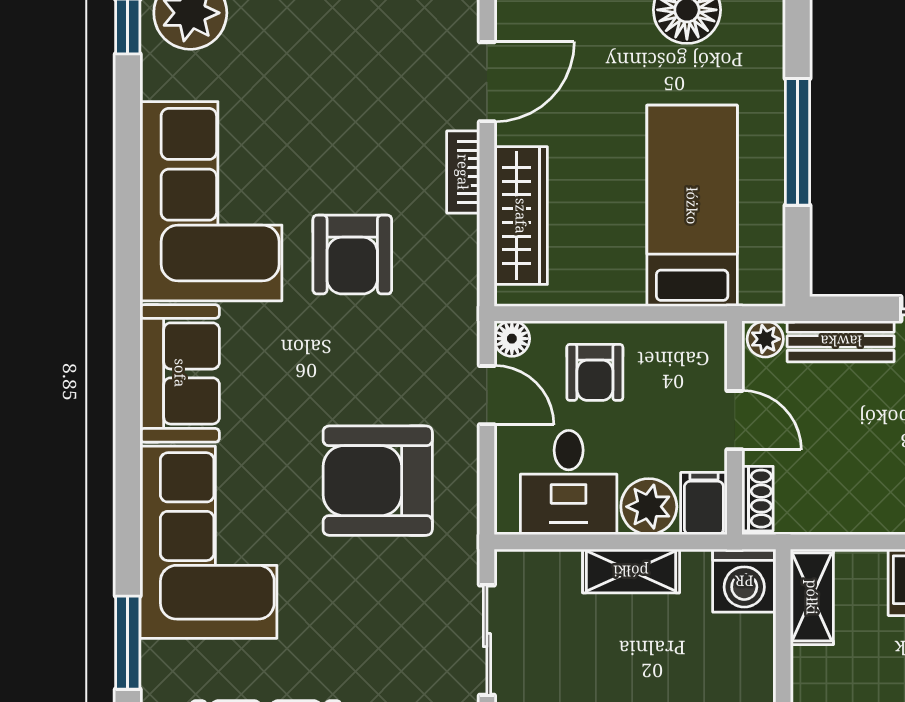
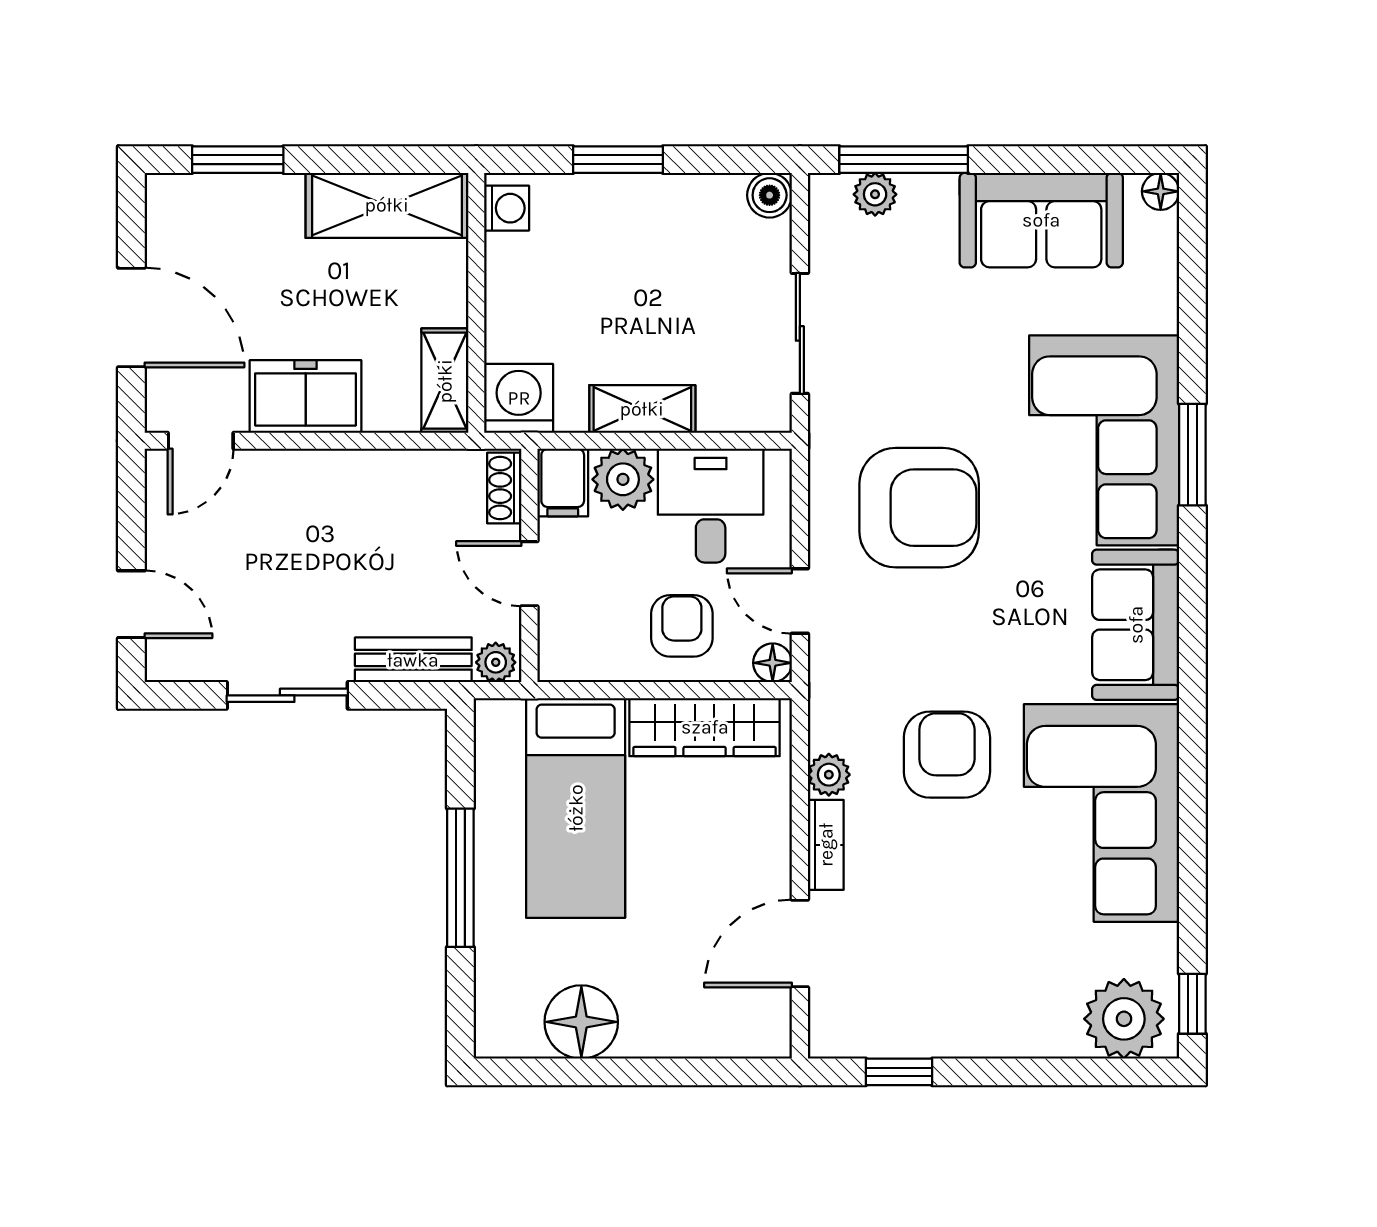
wardrobe: (521, 216) -> (705, 727), moved, turned -90
plant: (460, 236) -> (829, 775), added
window: (128, 643) -> (1192, 455), moved

